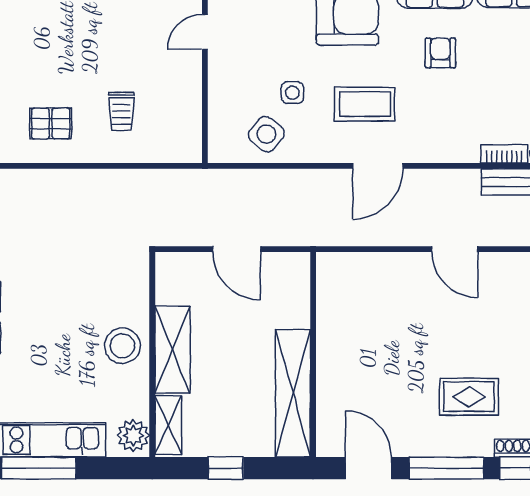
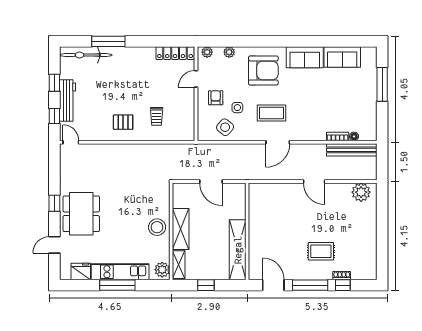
armchair: (440, 53) -> (216, 98), moved

